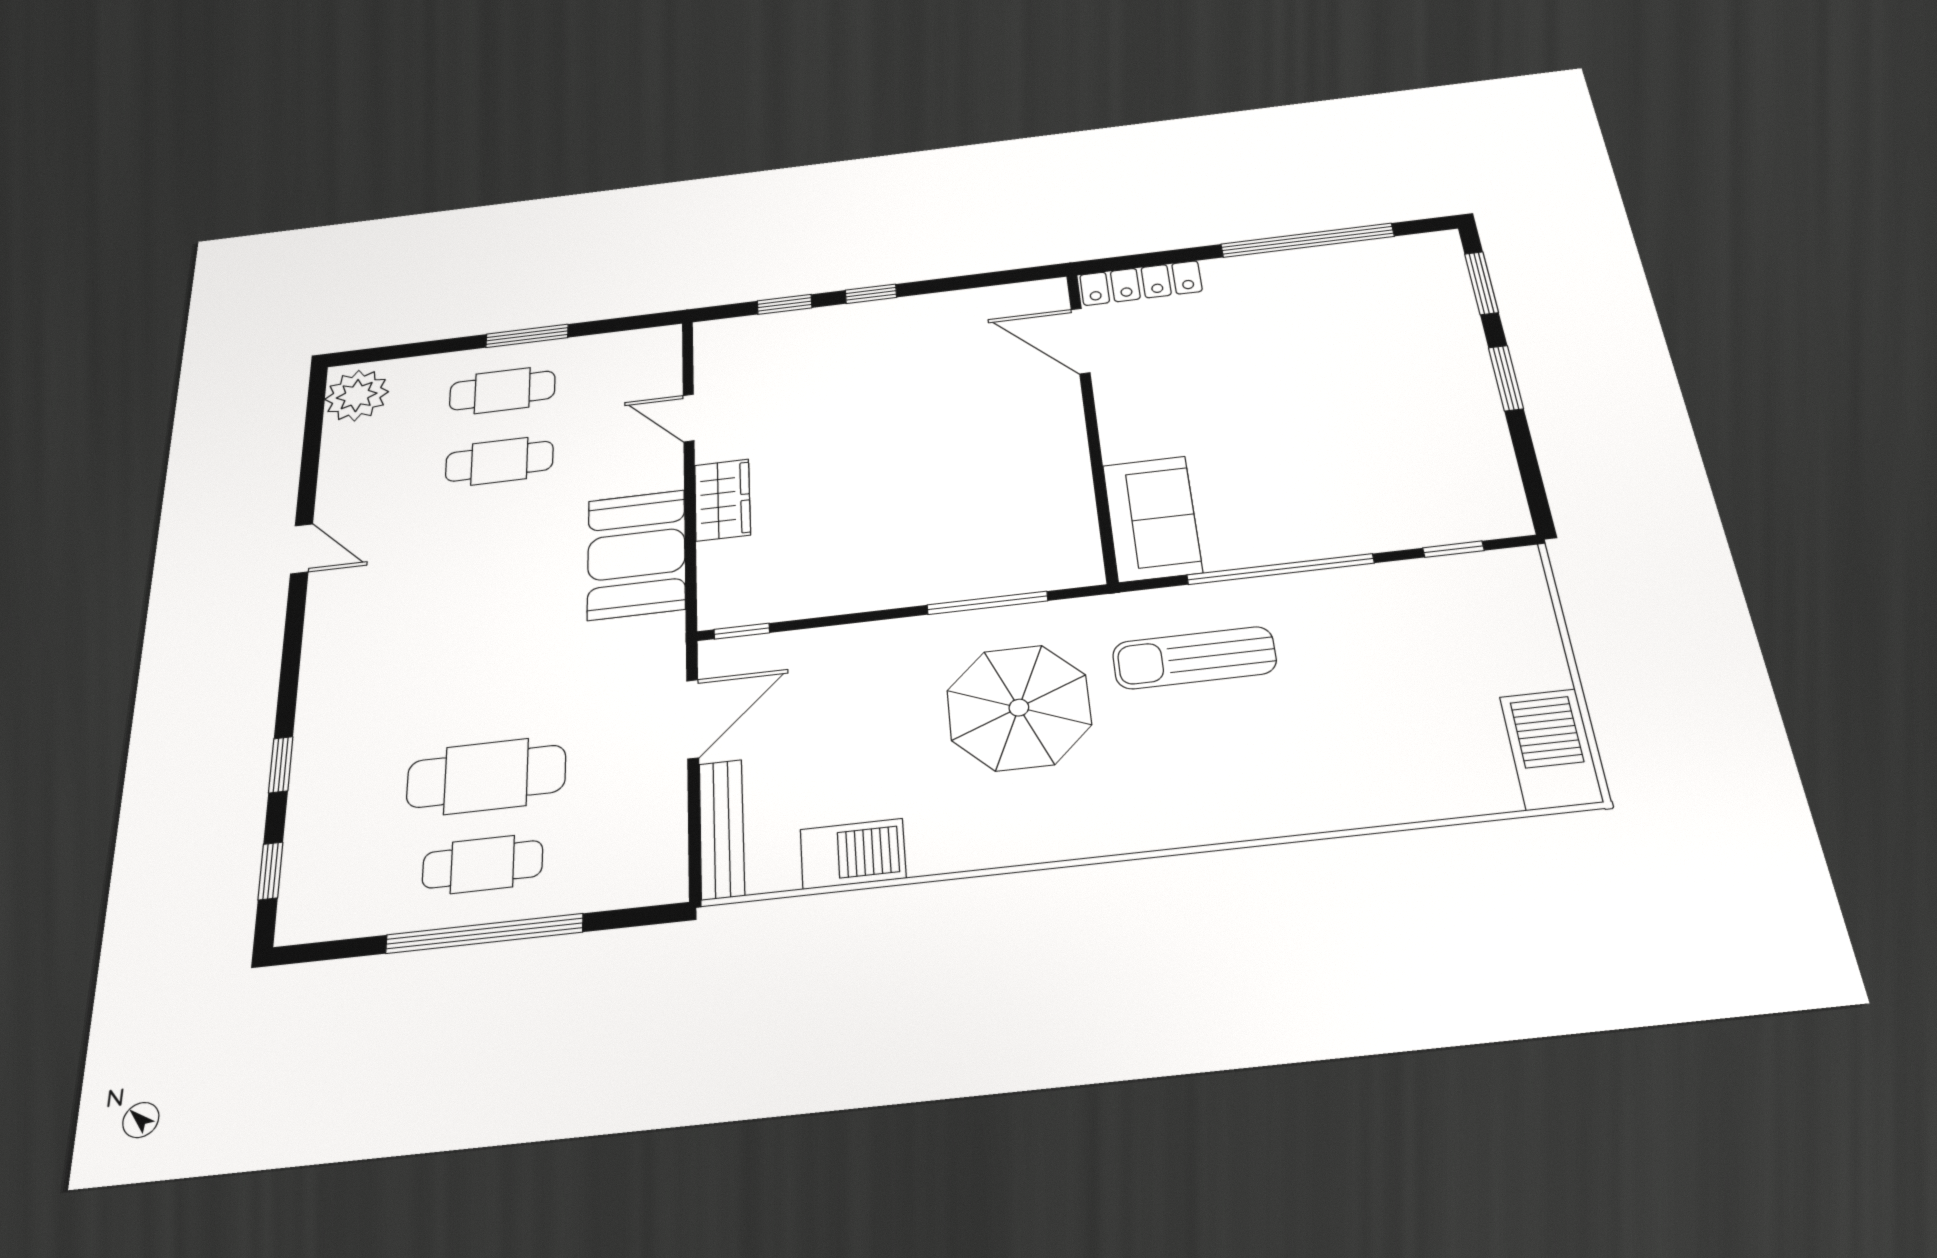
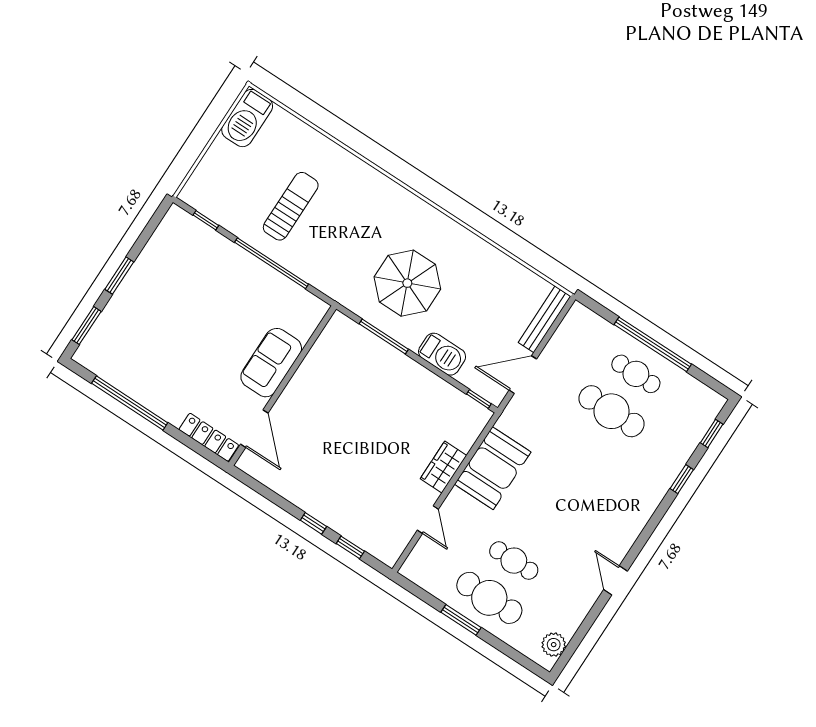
cafe table: (502, 391) -> (489, 598), width x1.37, depth x1.35
plant: (357, 396) -> (554, 645), width x0.73, depth x0.73
sofa: (1152, 519) -> (271, 363), moved
sun lounger: (1194, 658) -> (291, 206), moved, turned -90
barbecue: (853, 854) -> (442, 354), moved, turned 180

